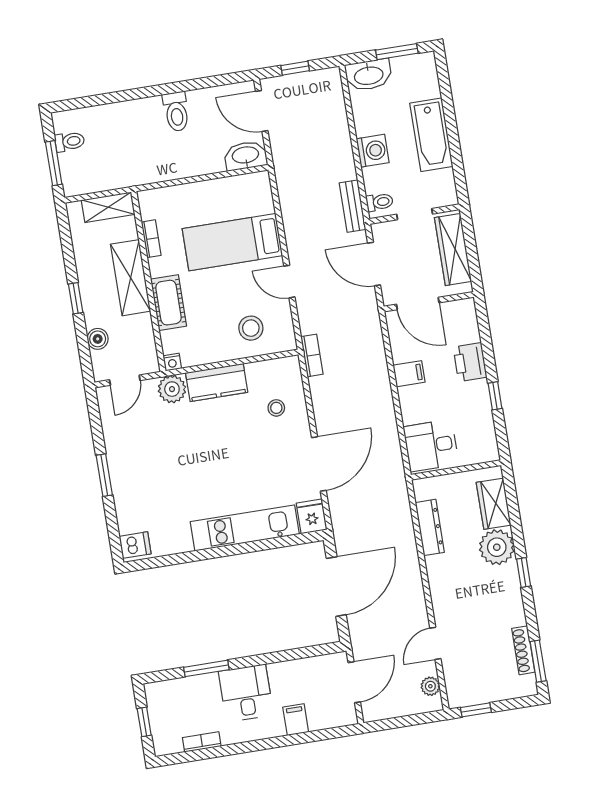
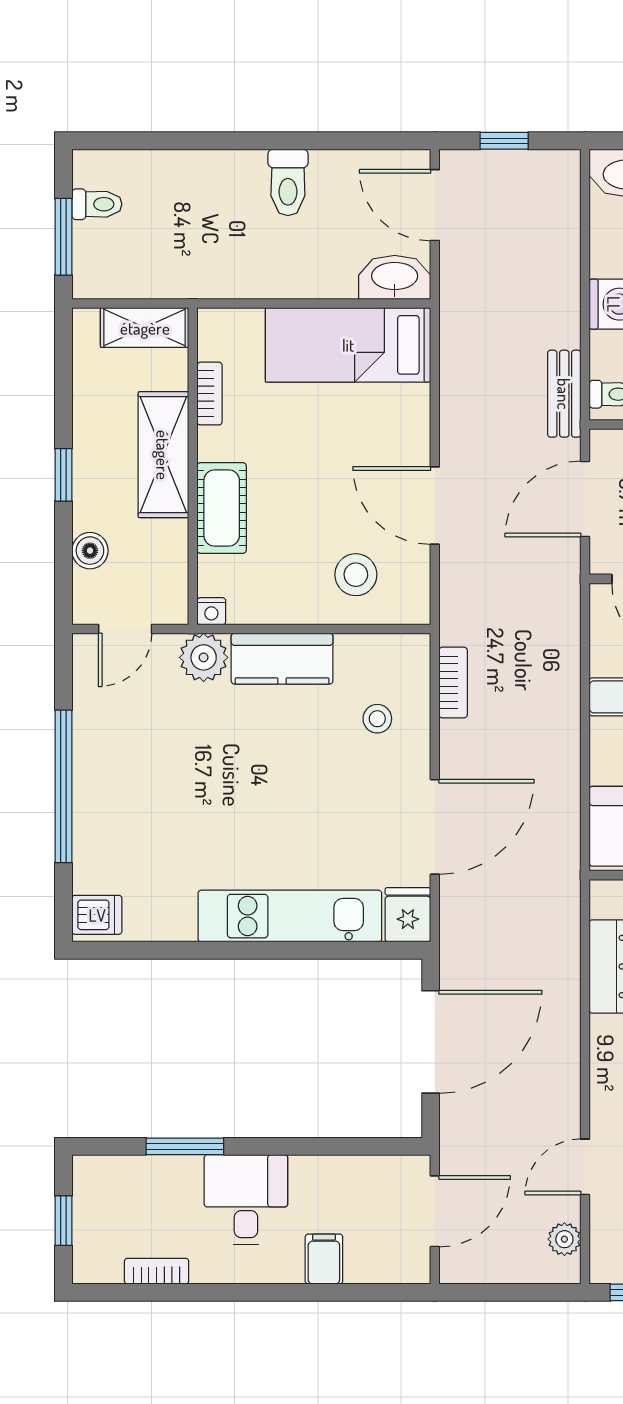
bed: (232, 242) -> (348, 345), moved
door: (374, 264) -> (585, 499), hinge flipped
door: (289, 282) -> (435, 506), width x1.38
bookcase: (312, 355) -> (453, 683), moved
window: (104, 475) -> (63, 786), width x2.11

